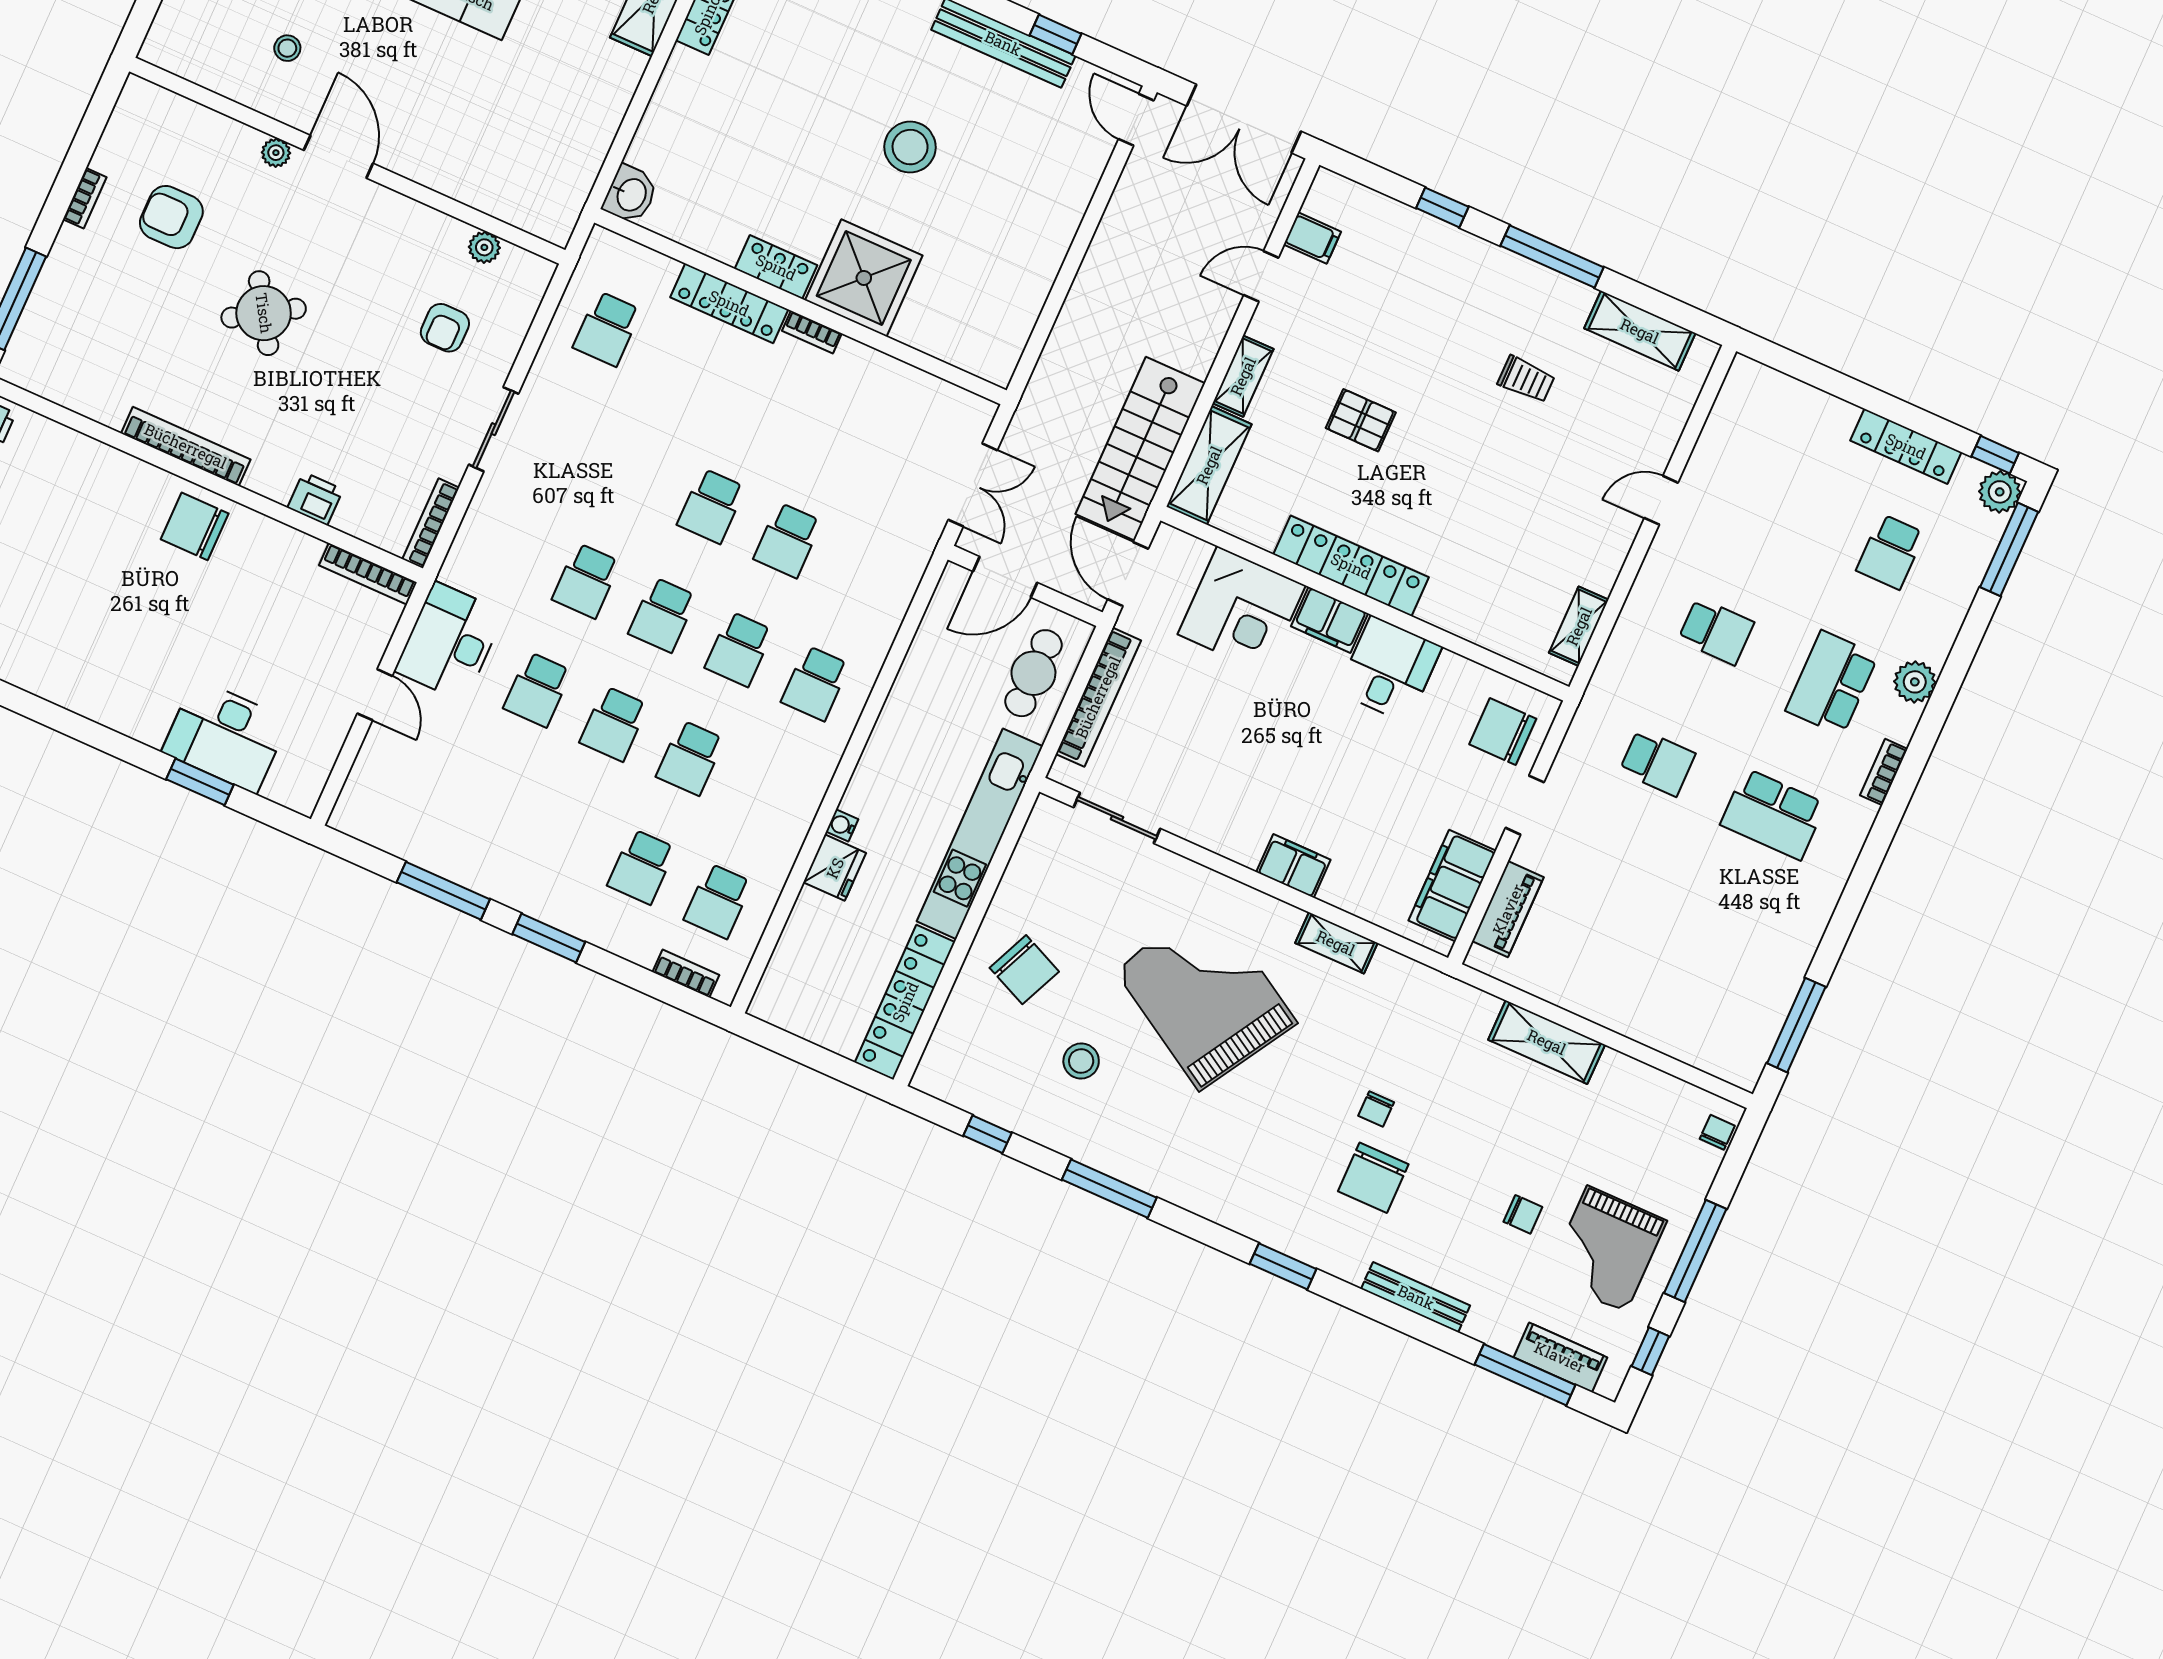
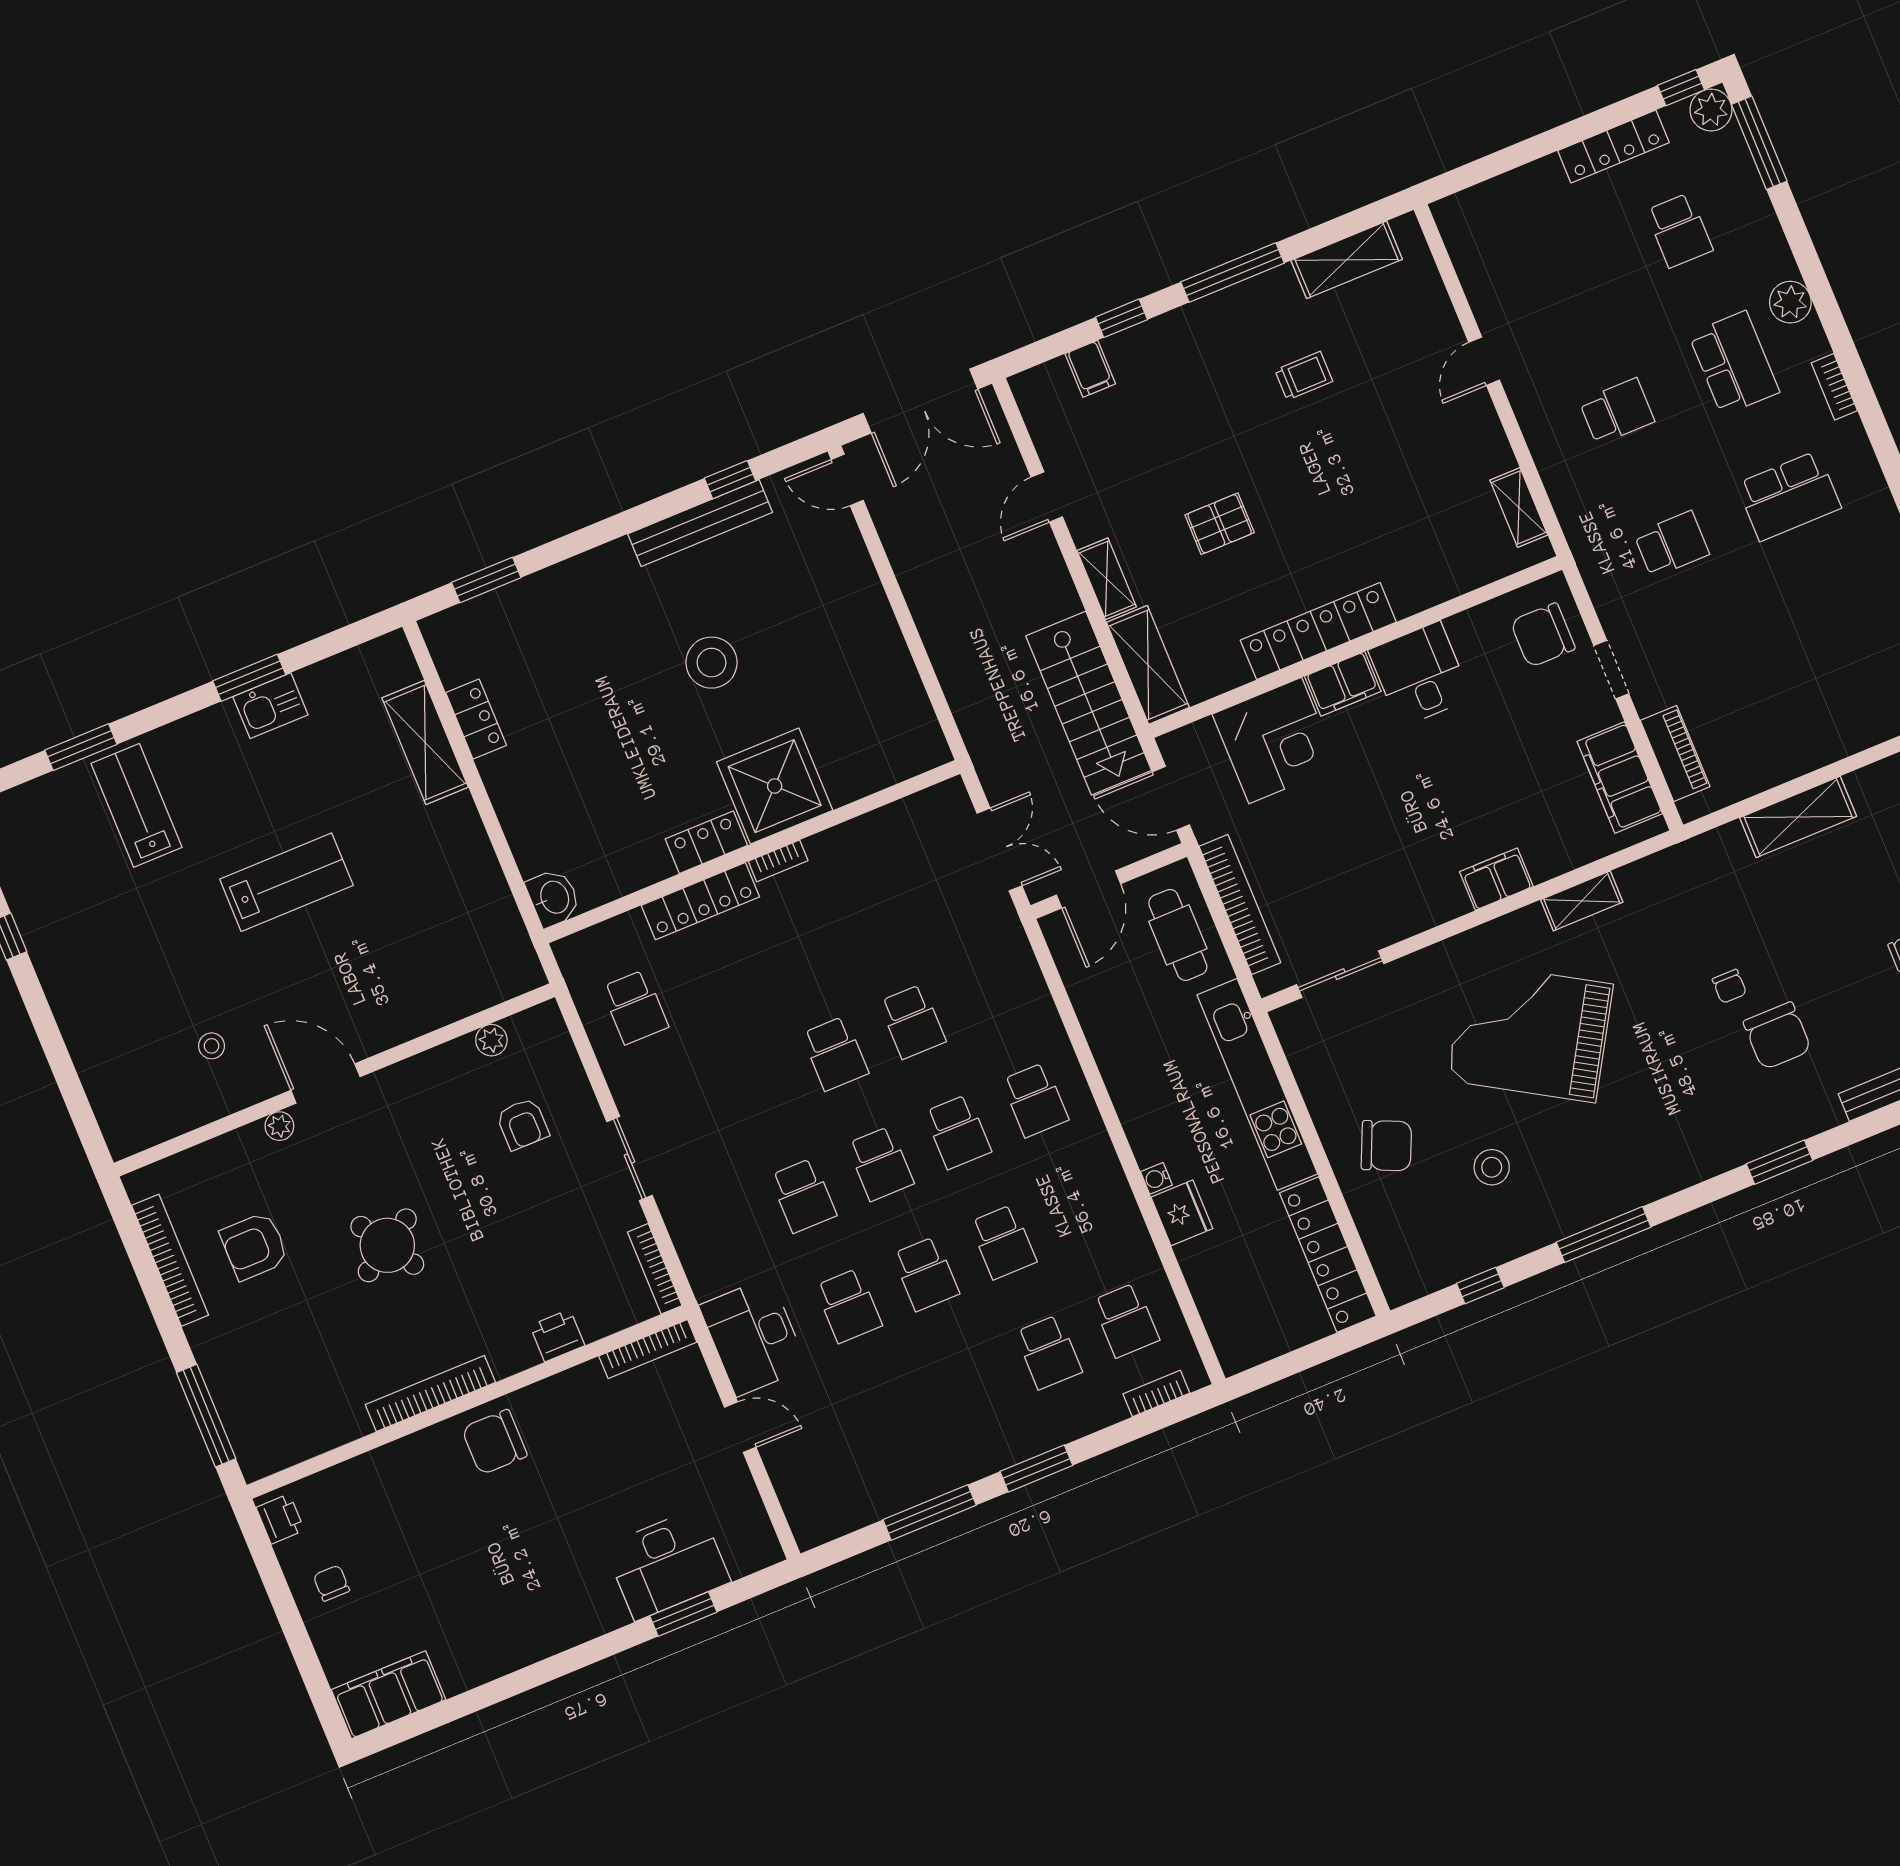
bookcase: (85, 198) -> (170, 1260), width x2.31, depth x1.31
filing cabinet: (1312, 238) -> (1090, 369), moved, turned 90
school desk: (1832, 683) -> (1734, 363), turned 180

